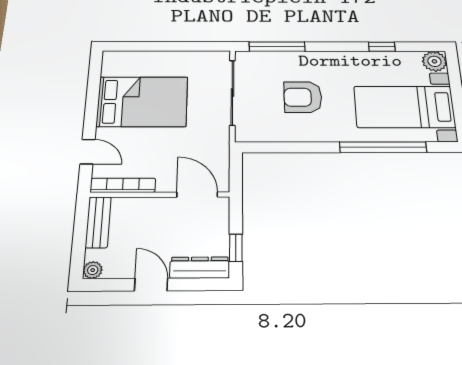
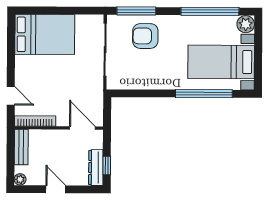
window: (382, 47) -> (210, 11), width x3.17
armchair: (303, 97) -> (145, 36), moved
bed: (142, 102) -> (45, 34), moved
dresser: (200, 268) -> (96, 168), moved, turned -90

